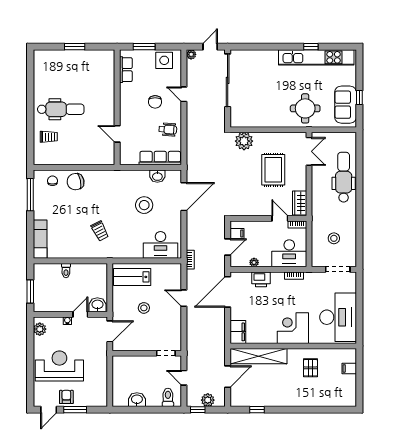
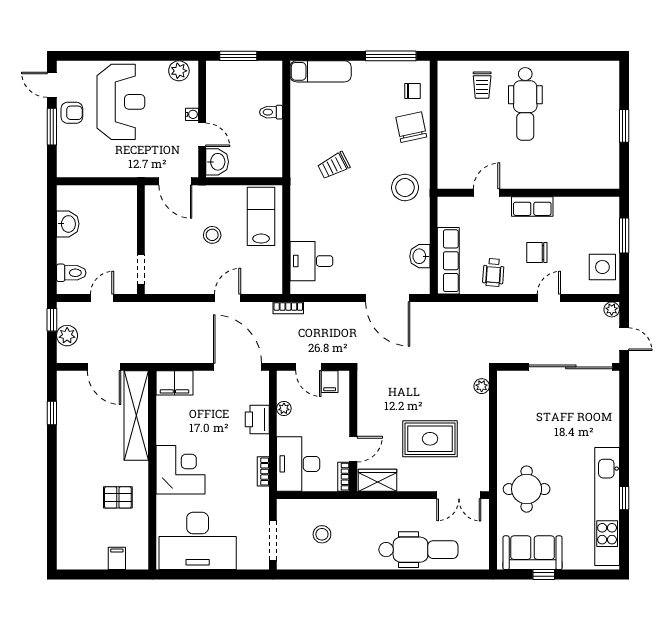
row of seats: (126, 70) -> (532, 206), moved
plant: (244, 141) -> (482, 386), width x0.53, depth x0.53
stool: (144, 205) -> (405, 188), moved
desk: (160, 245) -> (311, 261), width x0.73

